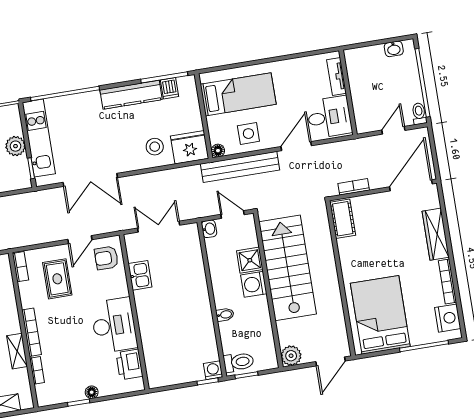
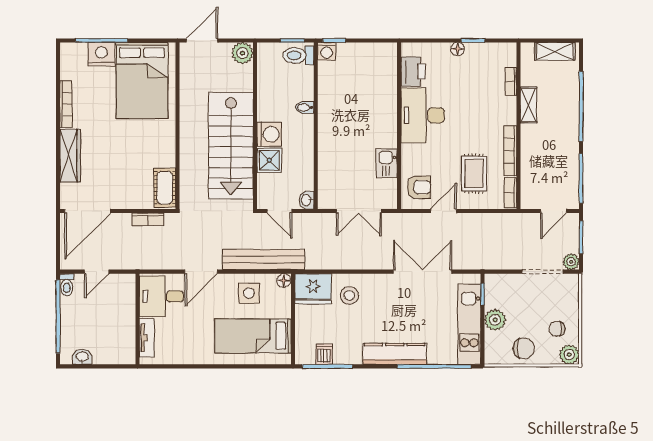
kitchen counter: (131, 95) -> (395, 354), moved
nightstand: (448, 318) -> (101, 54), moved, turned 90
bookcase: (32, 332) -> (510, 151), moved

